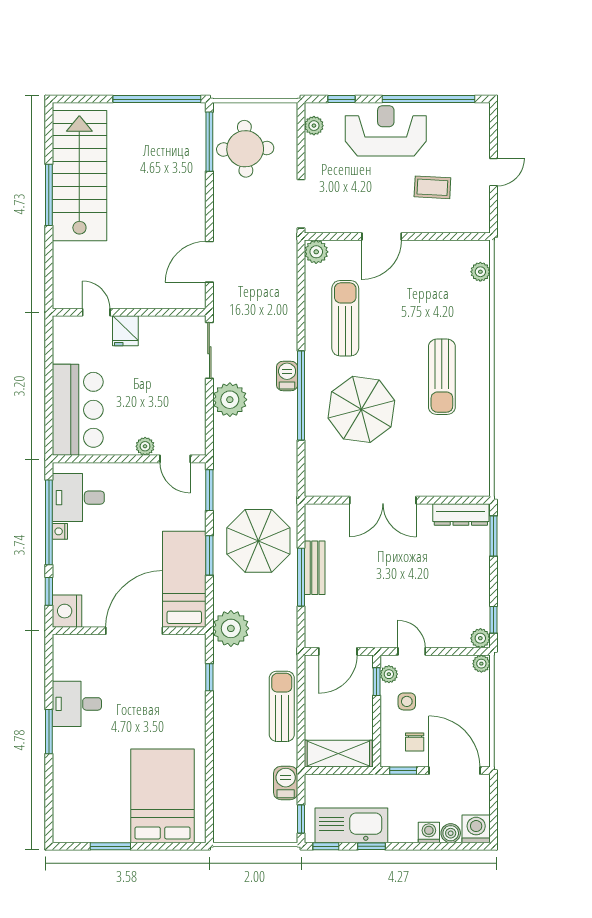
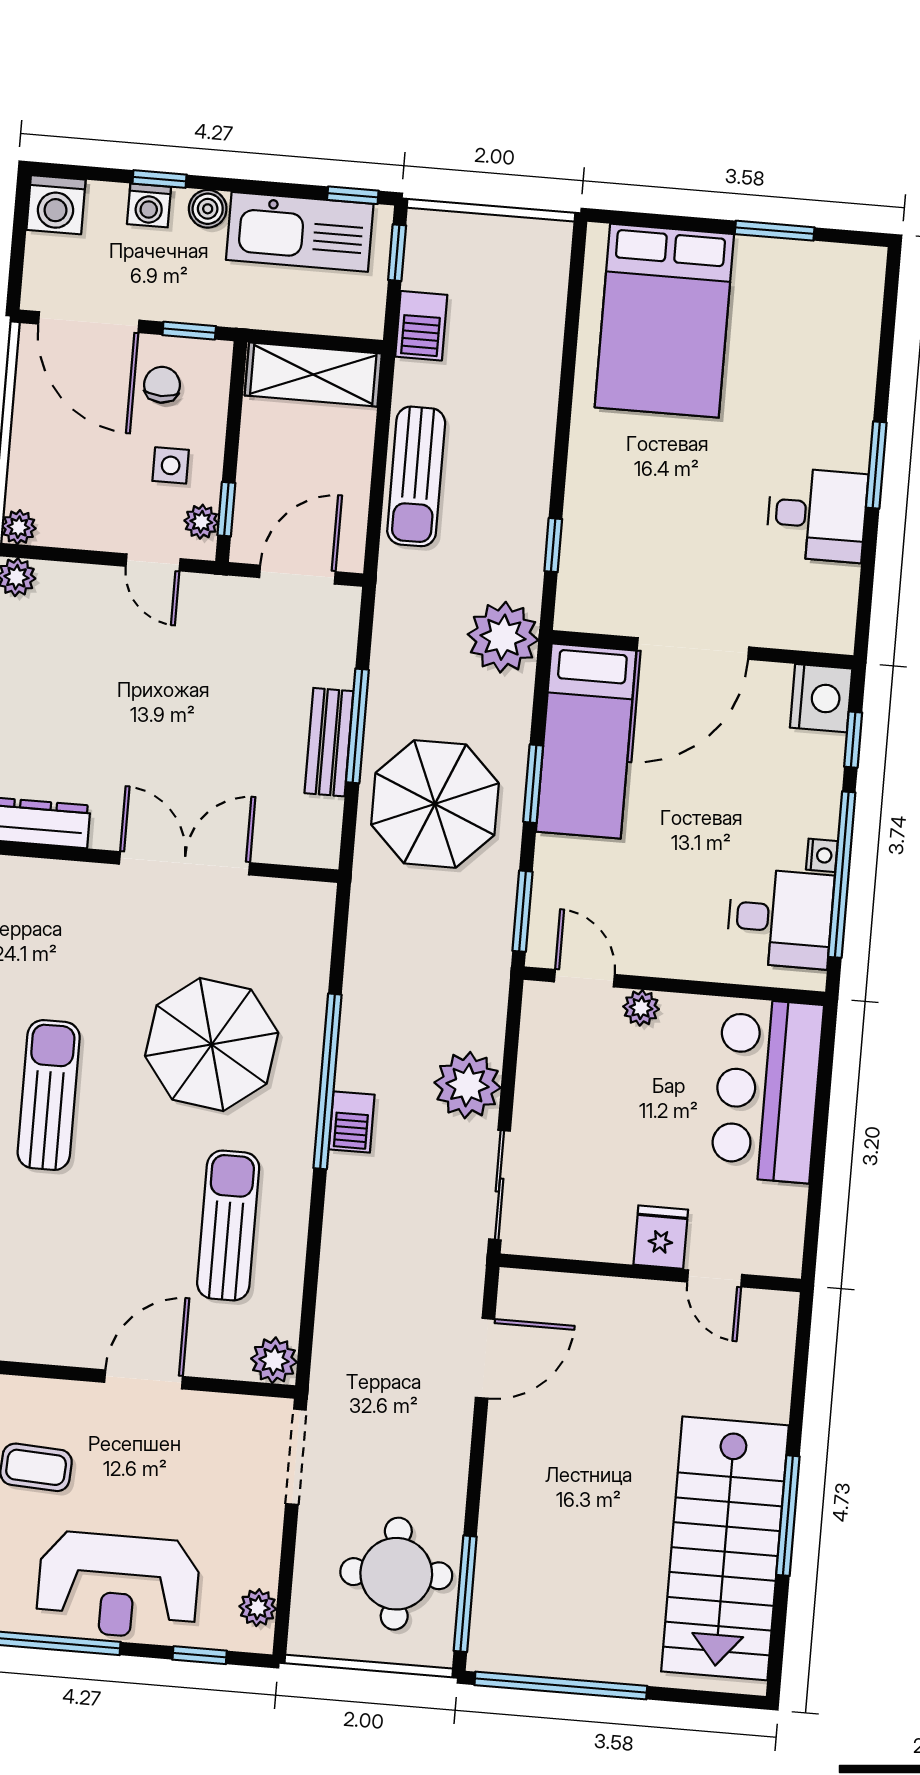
sun lounger: (345, 318) -> (228, 1225), turned 180
boiler: (451, 833) -> (208, 209), moved
window: (372, 846) -> (160, 179), moved

